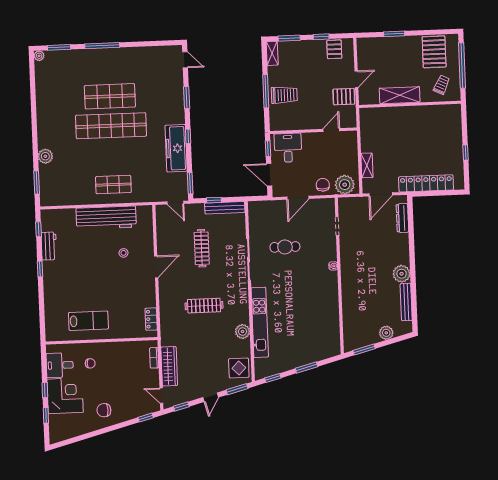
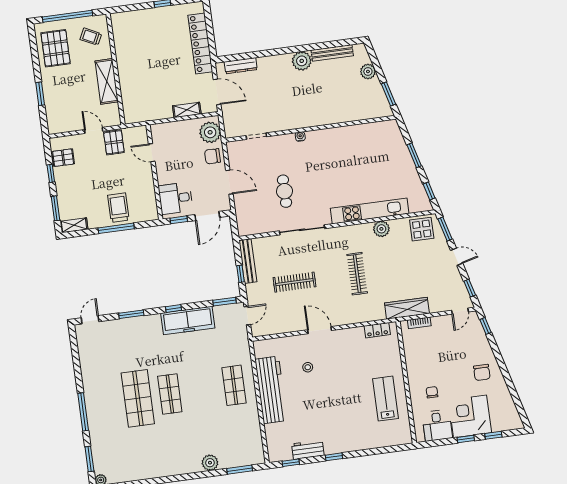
pallet: (434, 52) -> (56, 48), turned 90
shop shelf: (111, 126) -> (170, 394), width x0.50, depth x0.74
wardrobe: (169, 366) -> (407, 308), moved

